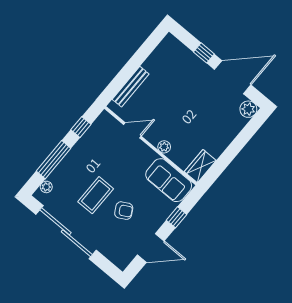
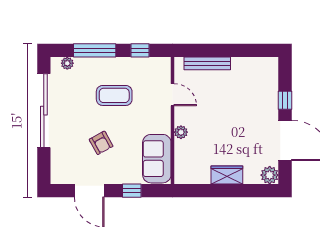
wardrobe: (200, 166) -> (227, 175), moved
coffee table: (96, 195) -> (114, 95), moved

